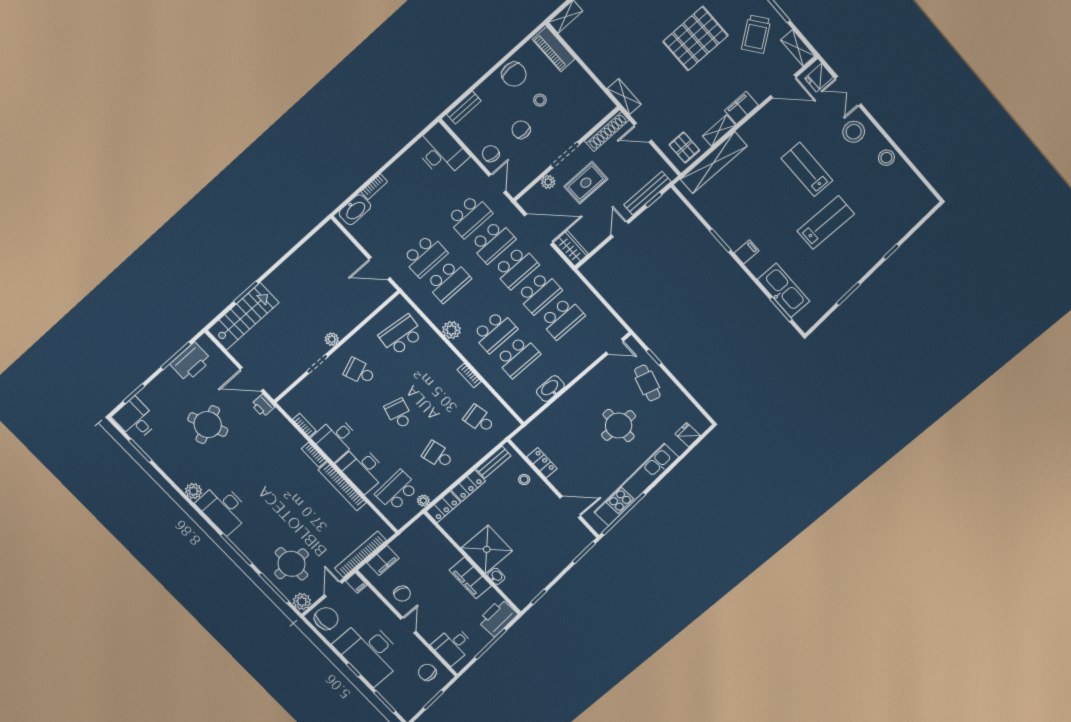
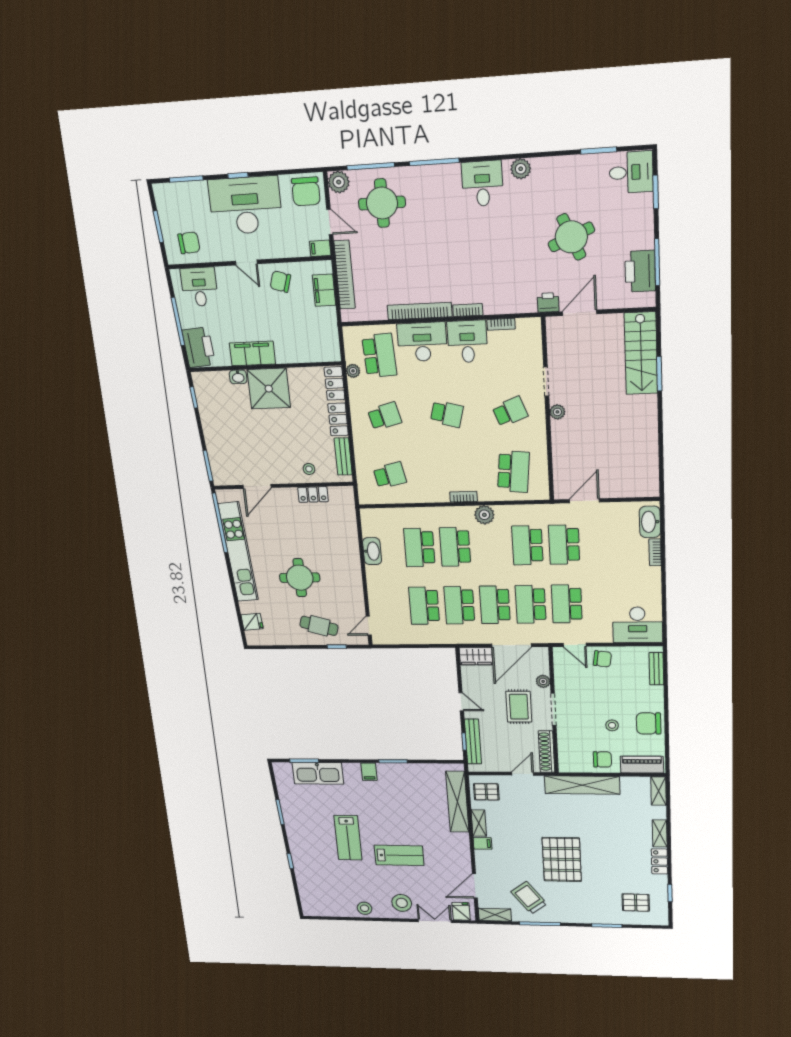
shelving: (624, 97) -> (582, 785), width x2.20, depth x1.33
filing cabinet: (741, 108) -> (482, 843), width x0.50
chair: (521, 130) -> (602, 759), moved
bookcase: (469, 376) -> (464, 497), moved
desk: (224, 508) -> (482, 184), width x0.73

